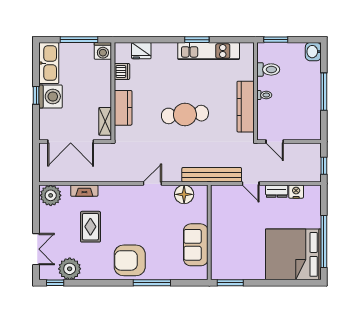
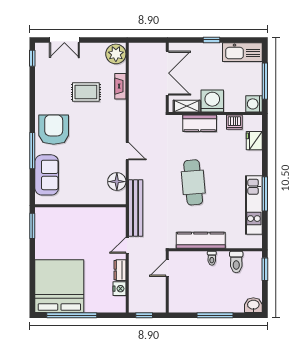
window: (197, 40) -> (265, 194), width x1.44
washing machine: (50, 97) -> (212, 101), moved, turned 180
double door: (71, 142) -> (167, 73), swing flipped
sofa: (196, 245) -> (47, 175), moved, turned 90
plant: (70, 269) -> (46, 72), removed

